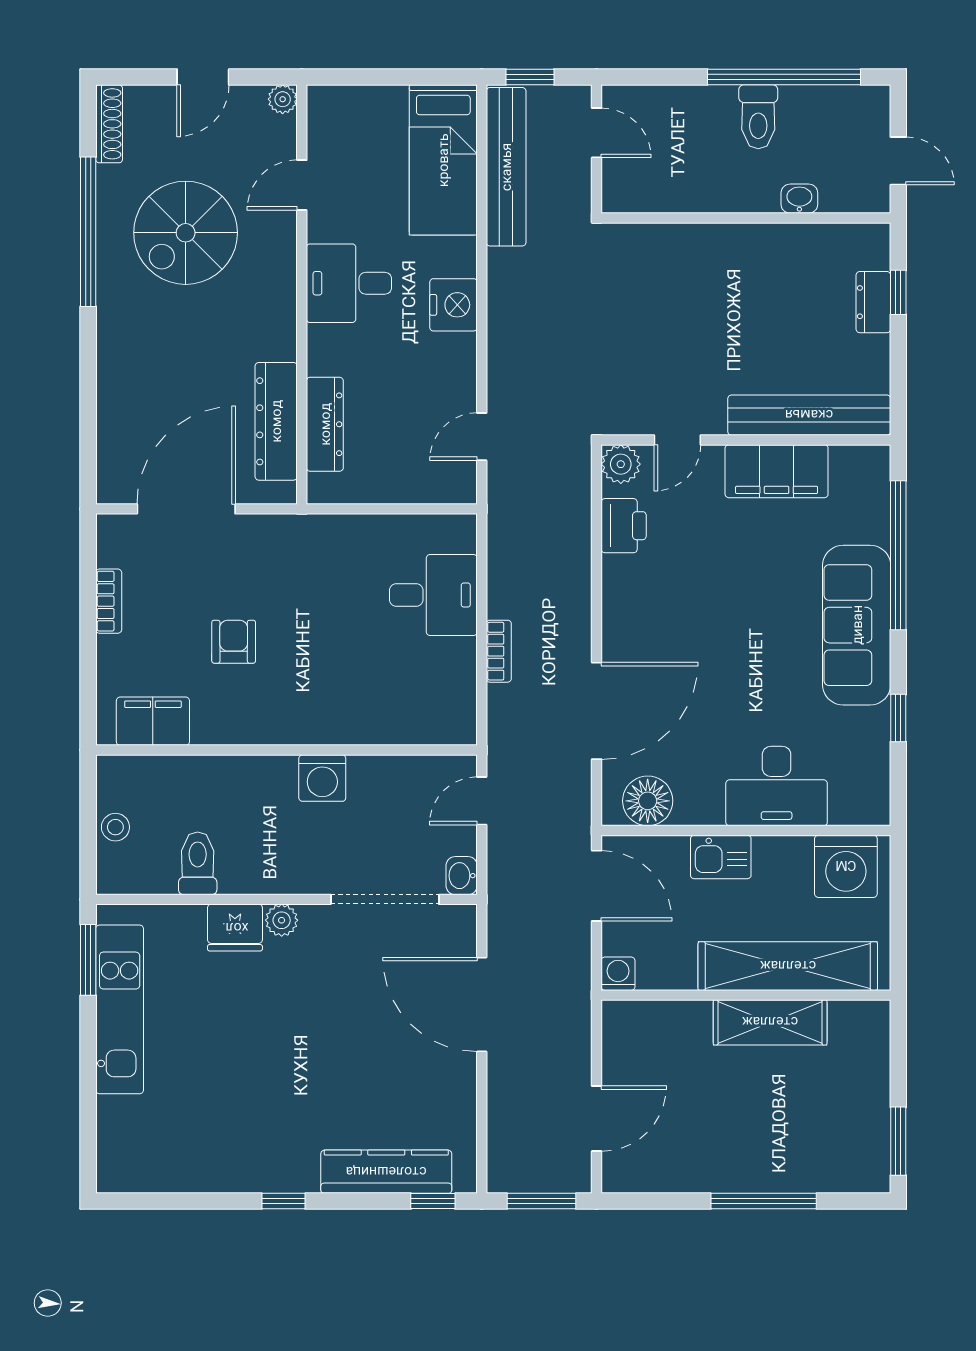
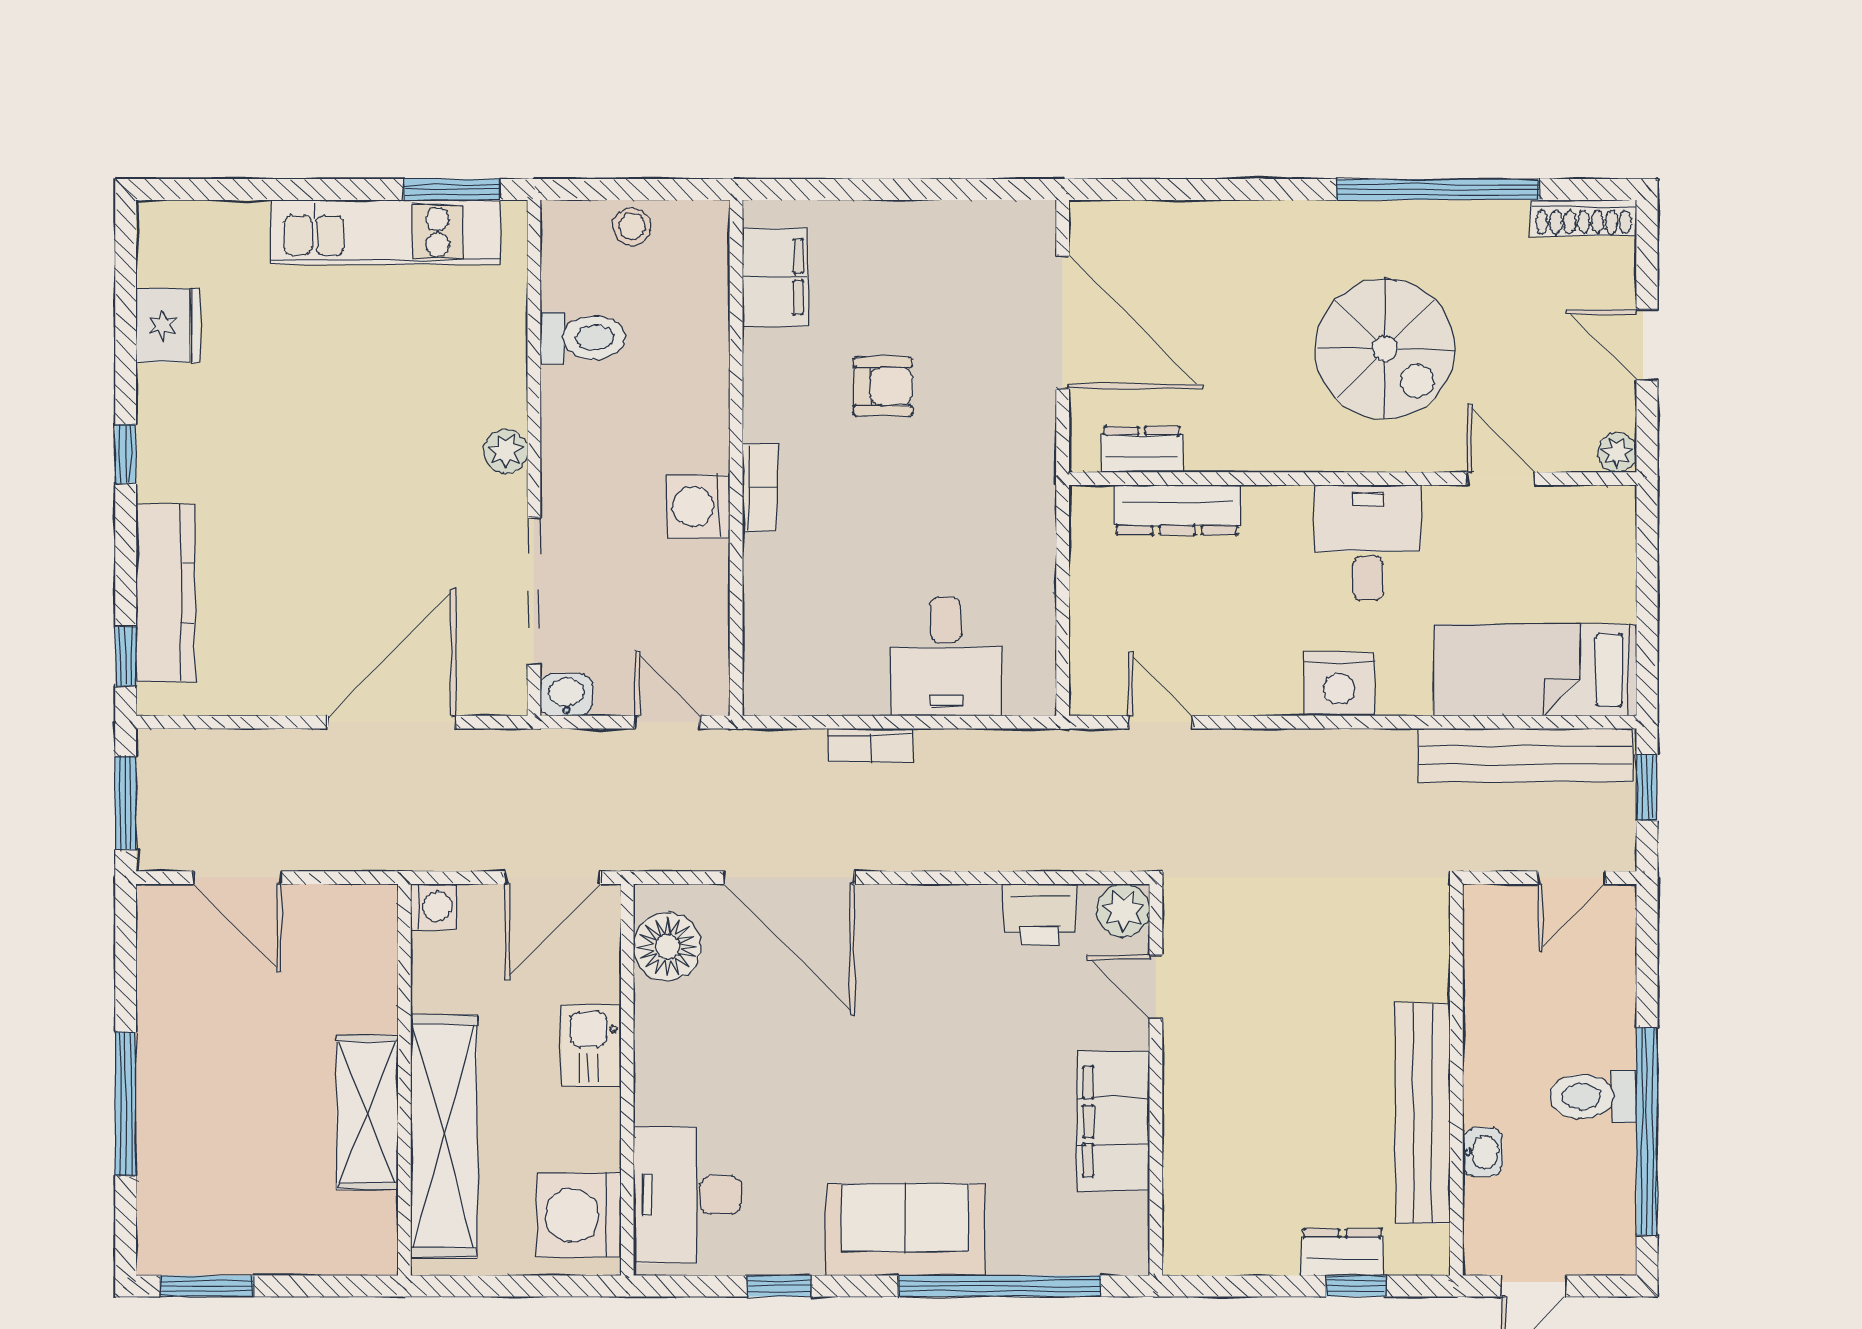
spiral stairs: (186, 233) -> (1385, 349), moved, turned 180
bench: (809, 415) -> (1423, 1114), moved
dresser: (276, 421) -> (1142, 450), width x0.51, depth x0.80
bookcase: (109, 601) -> (760, 487), moved, turned -90
sofa: (857, 625) -> (905, 1230), width x0.73
desk: (777, 786) -> (687, 1195), moved
fridge: (235, 928) -> (168, 326), moved, turned 180

